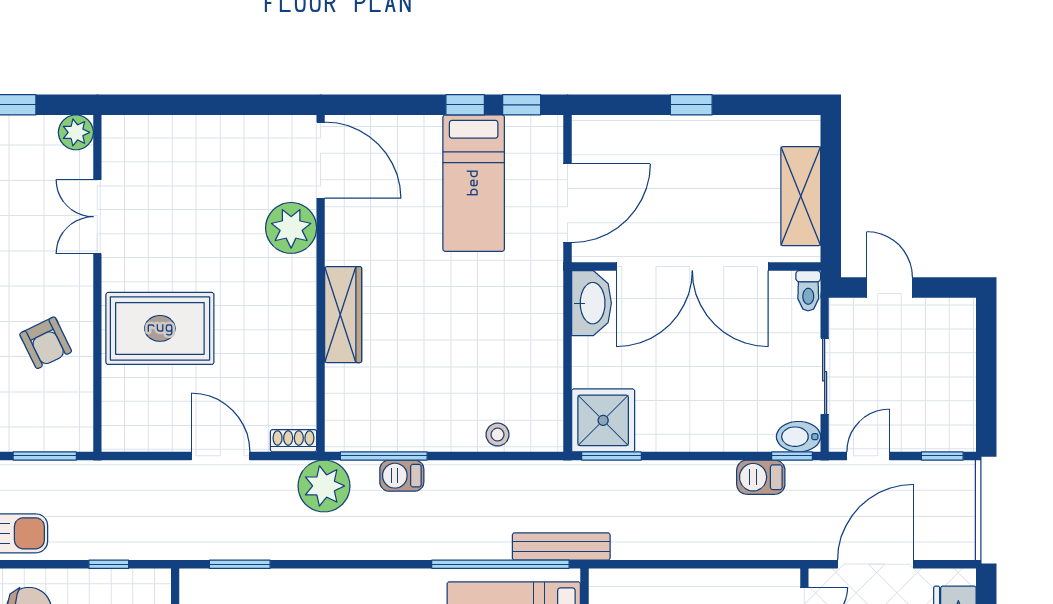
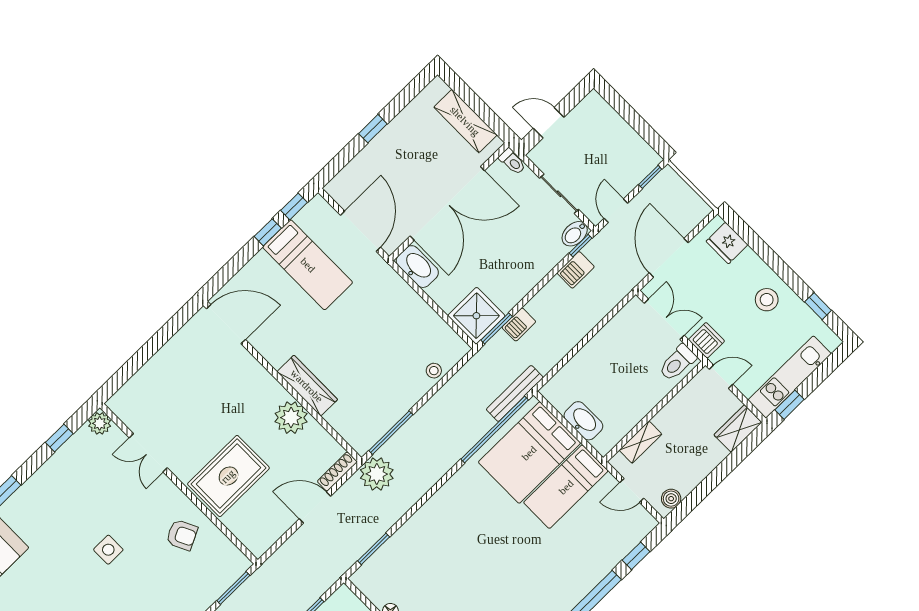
plant: (291, 228) -> (291, 418), moved
shoe rack: (293, 441) -> (337, 471), width x1.43
barbecue: (402, 476) -> (519, 324), moved

